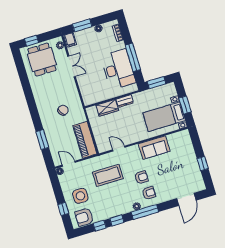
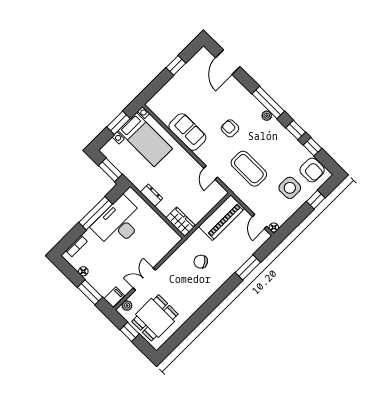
window: (32, 41) -> (130, 332), moved
wardrobe: (107, 108) -> (181, 222), moved
armchair: (149, 193) -> (244, 110), removed
door: (186, 199) -> (228, 62), swing flipped

